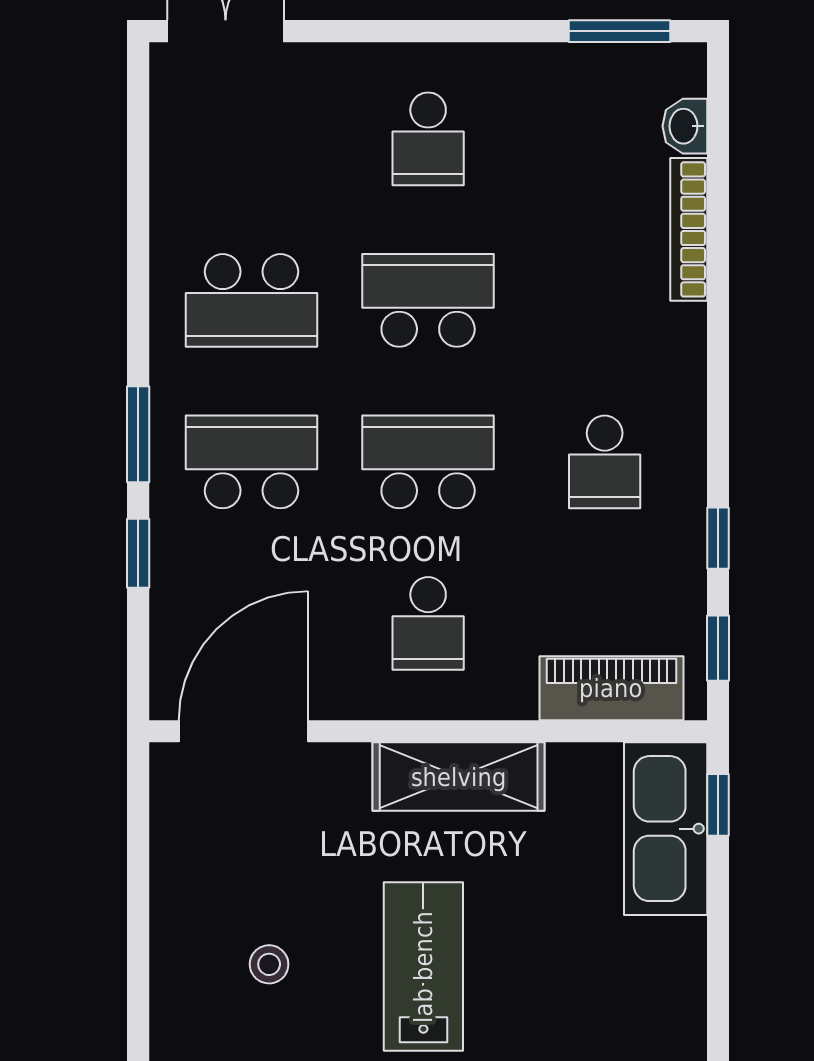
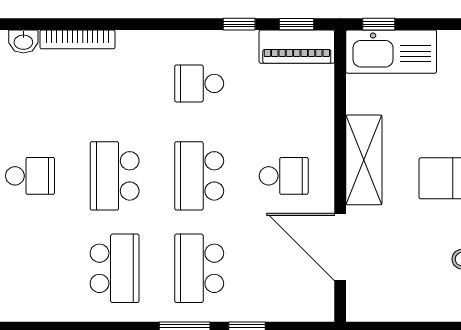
school desk: (605, 462) -> (199, 83), turned 180
piano: (611, 688) -> (297, 47), moved, turned -90
door: (243, 731) -> (340, 247), moved

